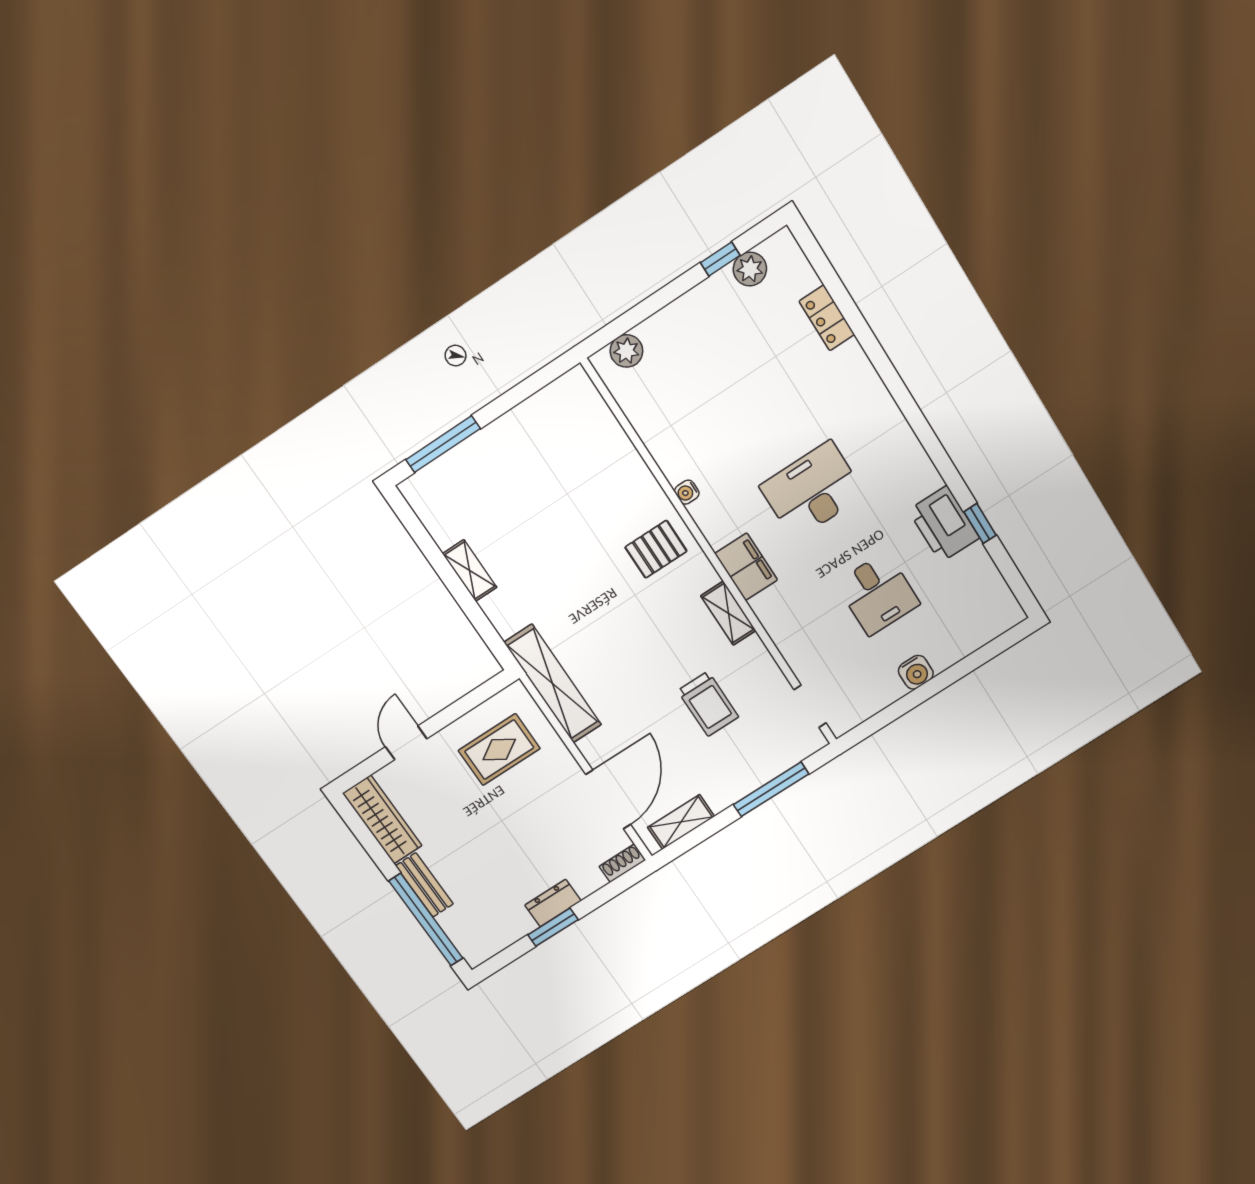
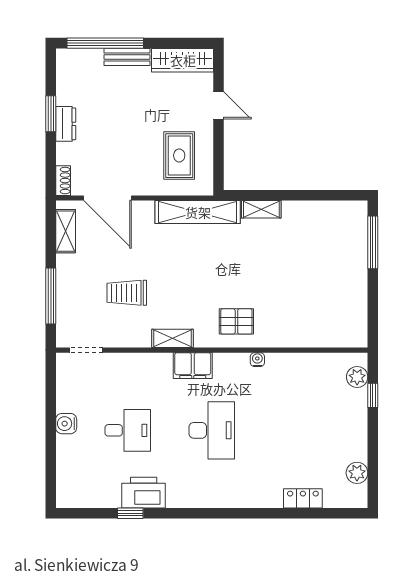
window: (720, 259) -> (373, 395), moved
pallet: (656, 549) -> (236, 321), turned 90
shelving: (470, 571) -> (261, 209), moved
desk: (878, 594) -> (128, 430), turned 180

